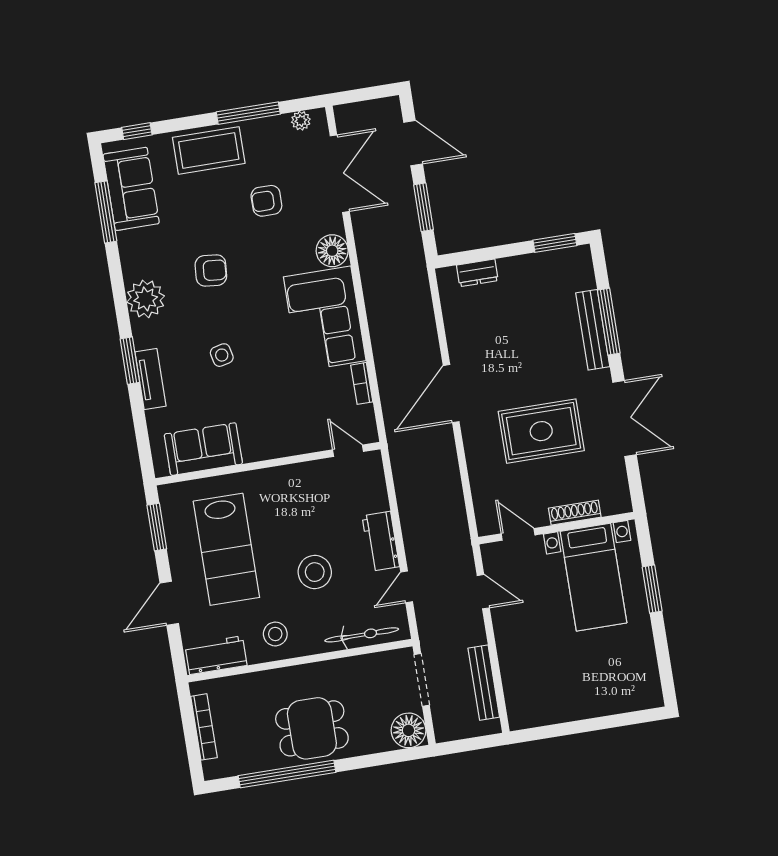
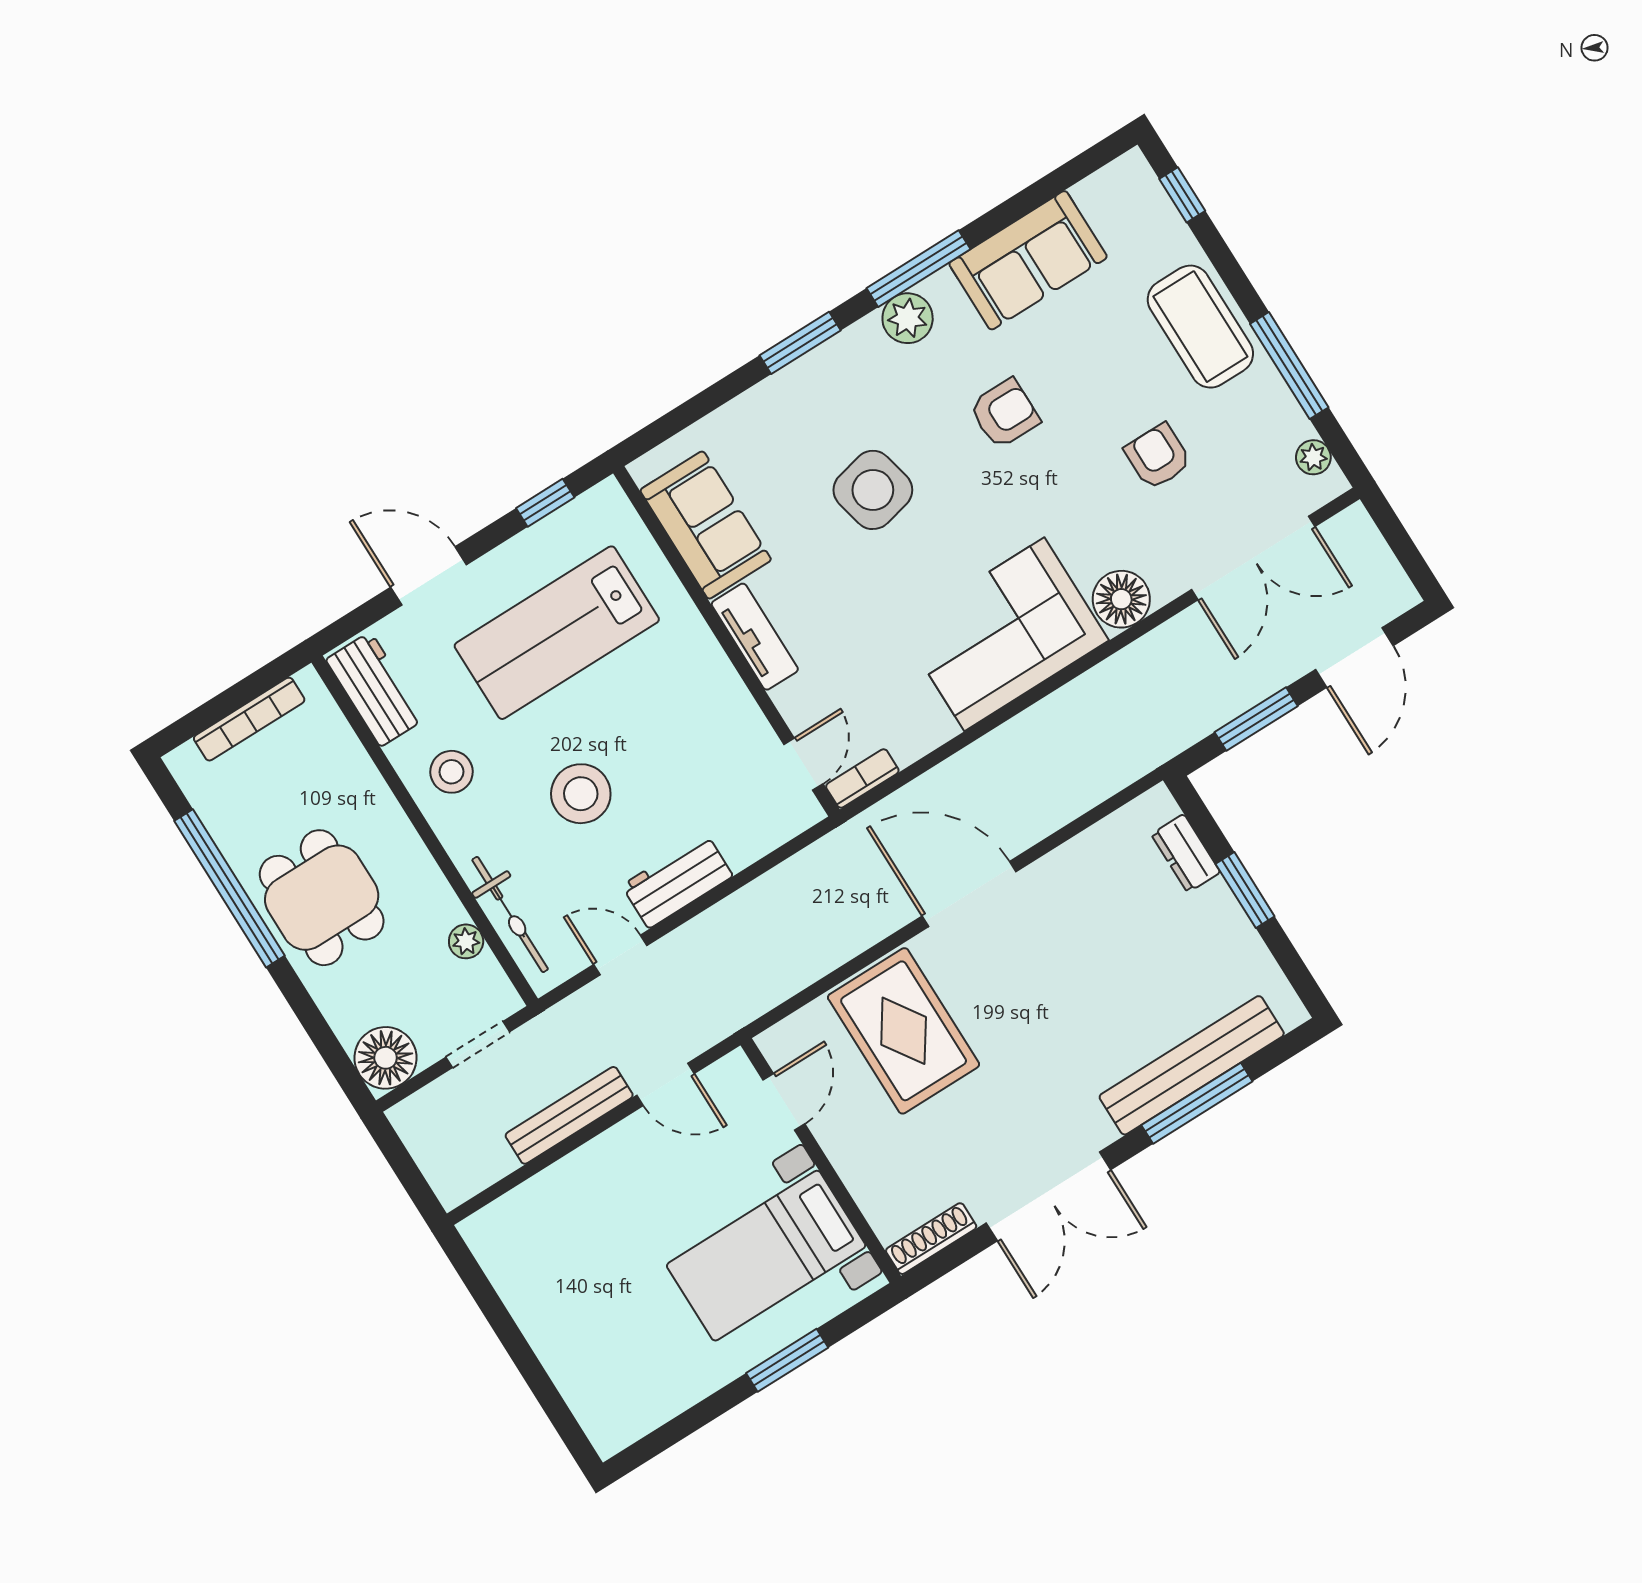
sofa: (131, 189) -> (1028, 260), moved
window: (106, 212) -> (918, 269), moved
window: (555, 243) -> (1245, 890), moved
armchair: (211, 270) -> (1005, 413), turned -95
plant: (146, 299) -> (908, 318), width x0.73, depth x0.73
bench: (593, 330) -> (1192, 1065), width x1.37, depth x1.21
side table: (222, 355) -> (873, 490), width x1.87, depth x1.87
tv unit: (150, 379) -> (755, 637), moved, turned -90
bookcase: (362, 383) -> (862, 779), moved
rug: (541, 431) -> (904, 1031), moved
shoe rack: (575, 513) -> (931, 1239), moved, turned -90
window: (157, 527) -> (545, 503), width x0.67
door: (483, 592) -> (666, 1084), hinge flipped
plant: (366, 663) -> (466, 941), added
doorway: (422, 680) -> (478, 1044), width x0.73
bench: (484, 683) -> (569, 1115), moved

